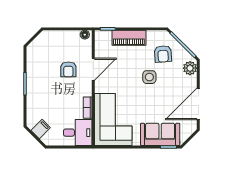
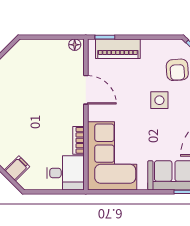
piano: (129, 38) -> (118, 49), moved
armchair: (68, 69) -> (53, 90), removed
door: (93, 69) -> (86, 90), hinge flipped

